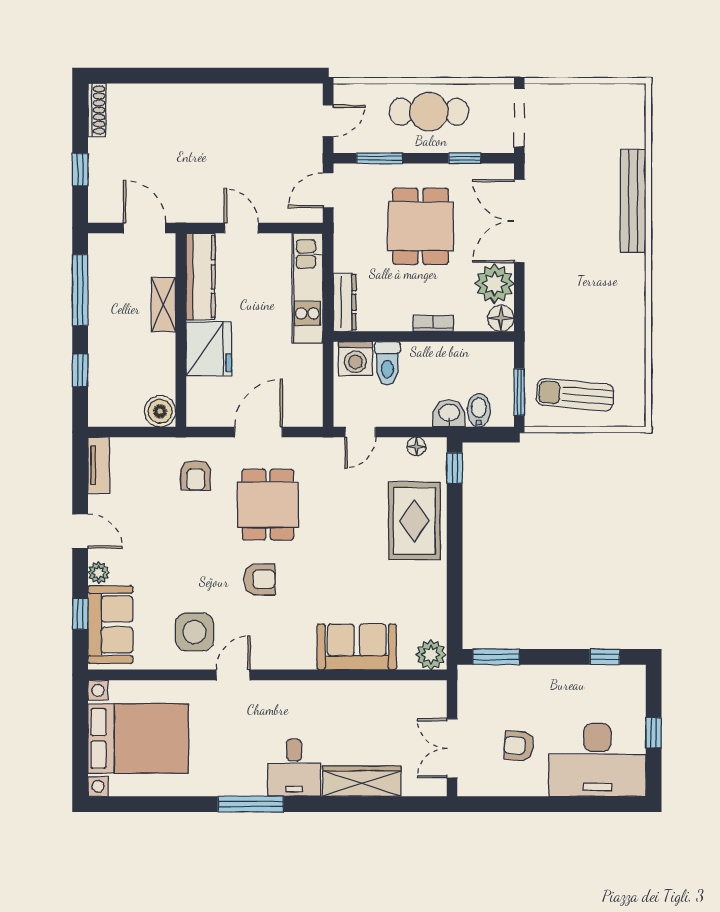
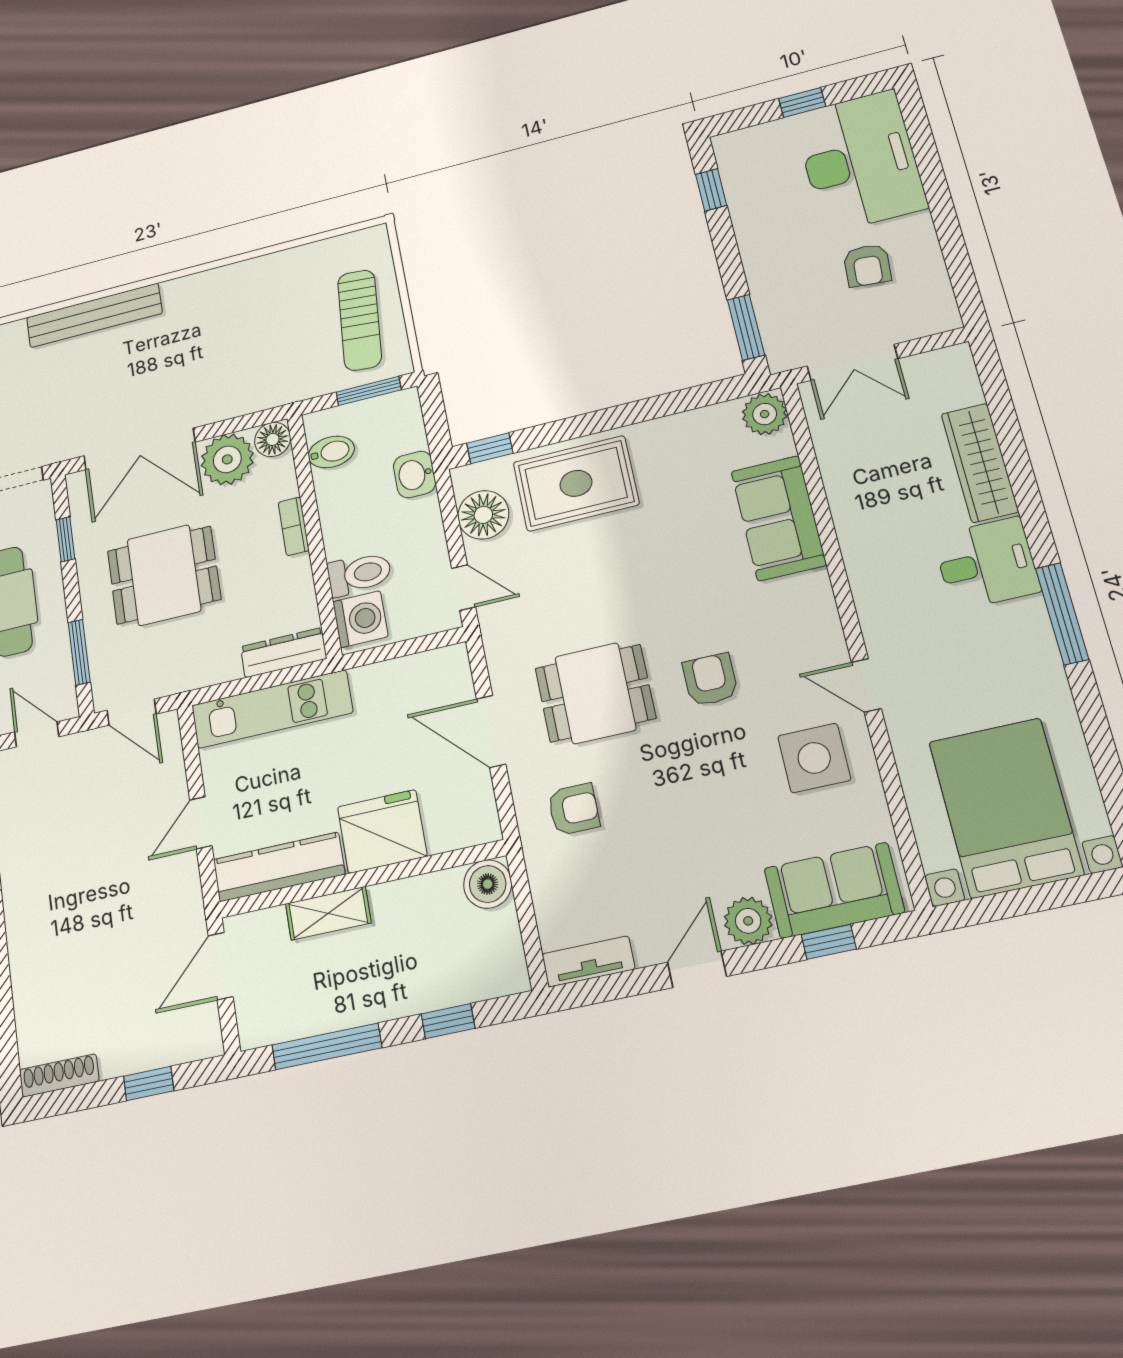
bidet: (479, 410) -> (331, 452), moved, turned 180
floor lamp: (416, 447) -> (483, 515), width x1.89, depth x1.89
plant: (99, 573) -> (748, 921), width x1.38, depth x1.38
double door: (452, 748) -> (852, 362), moved

